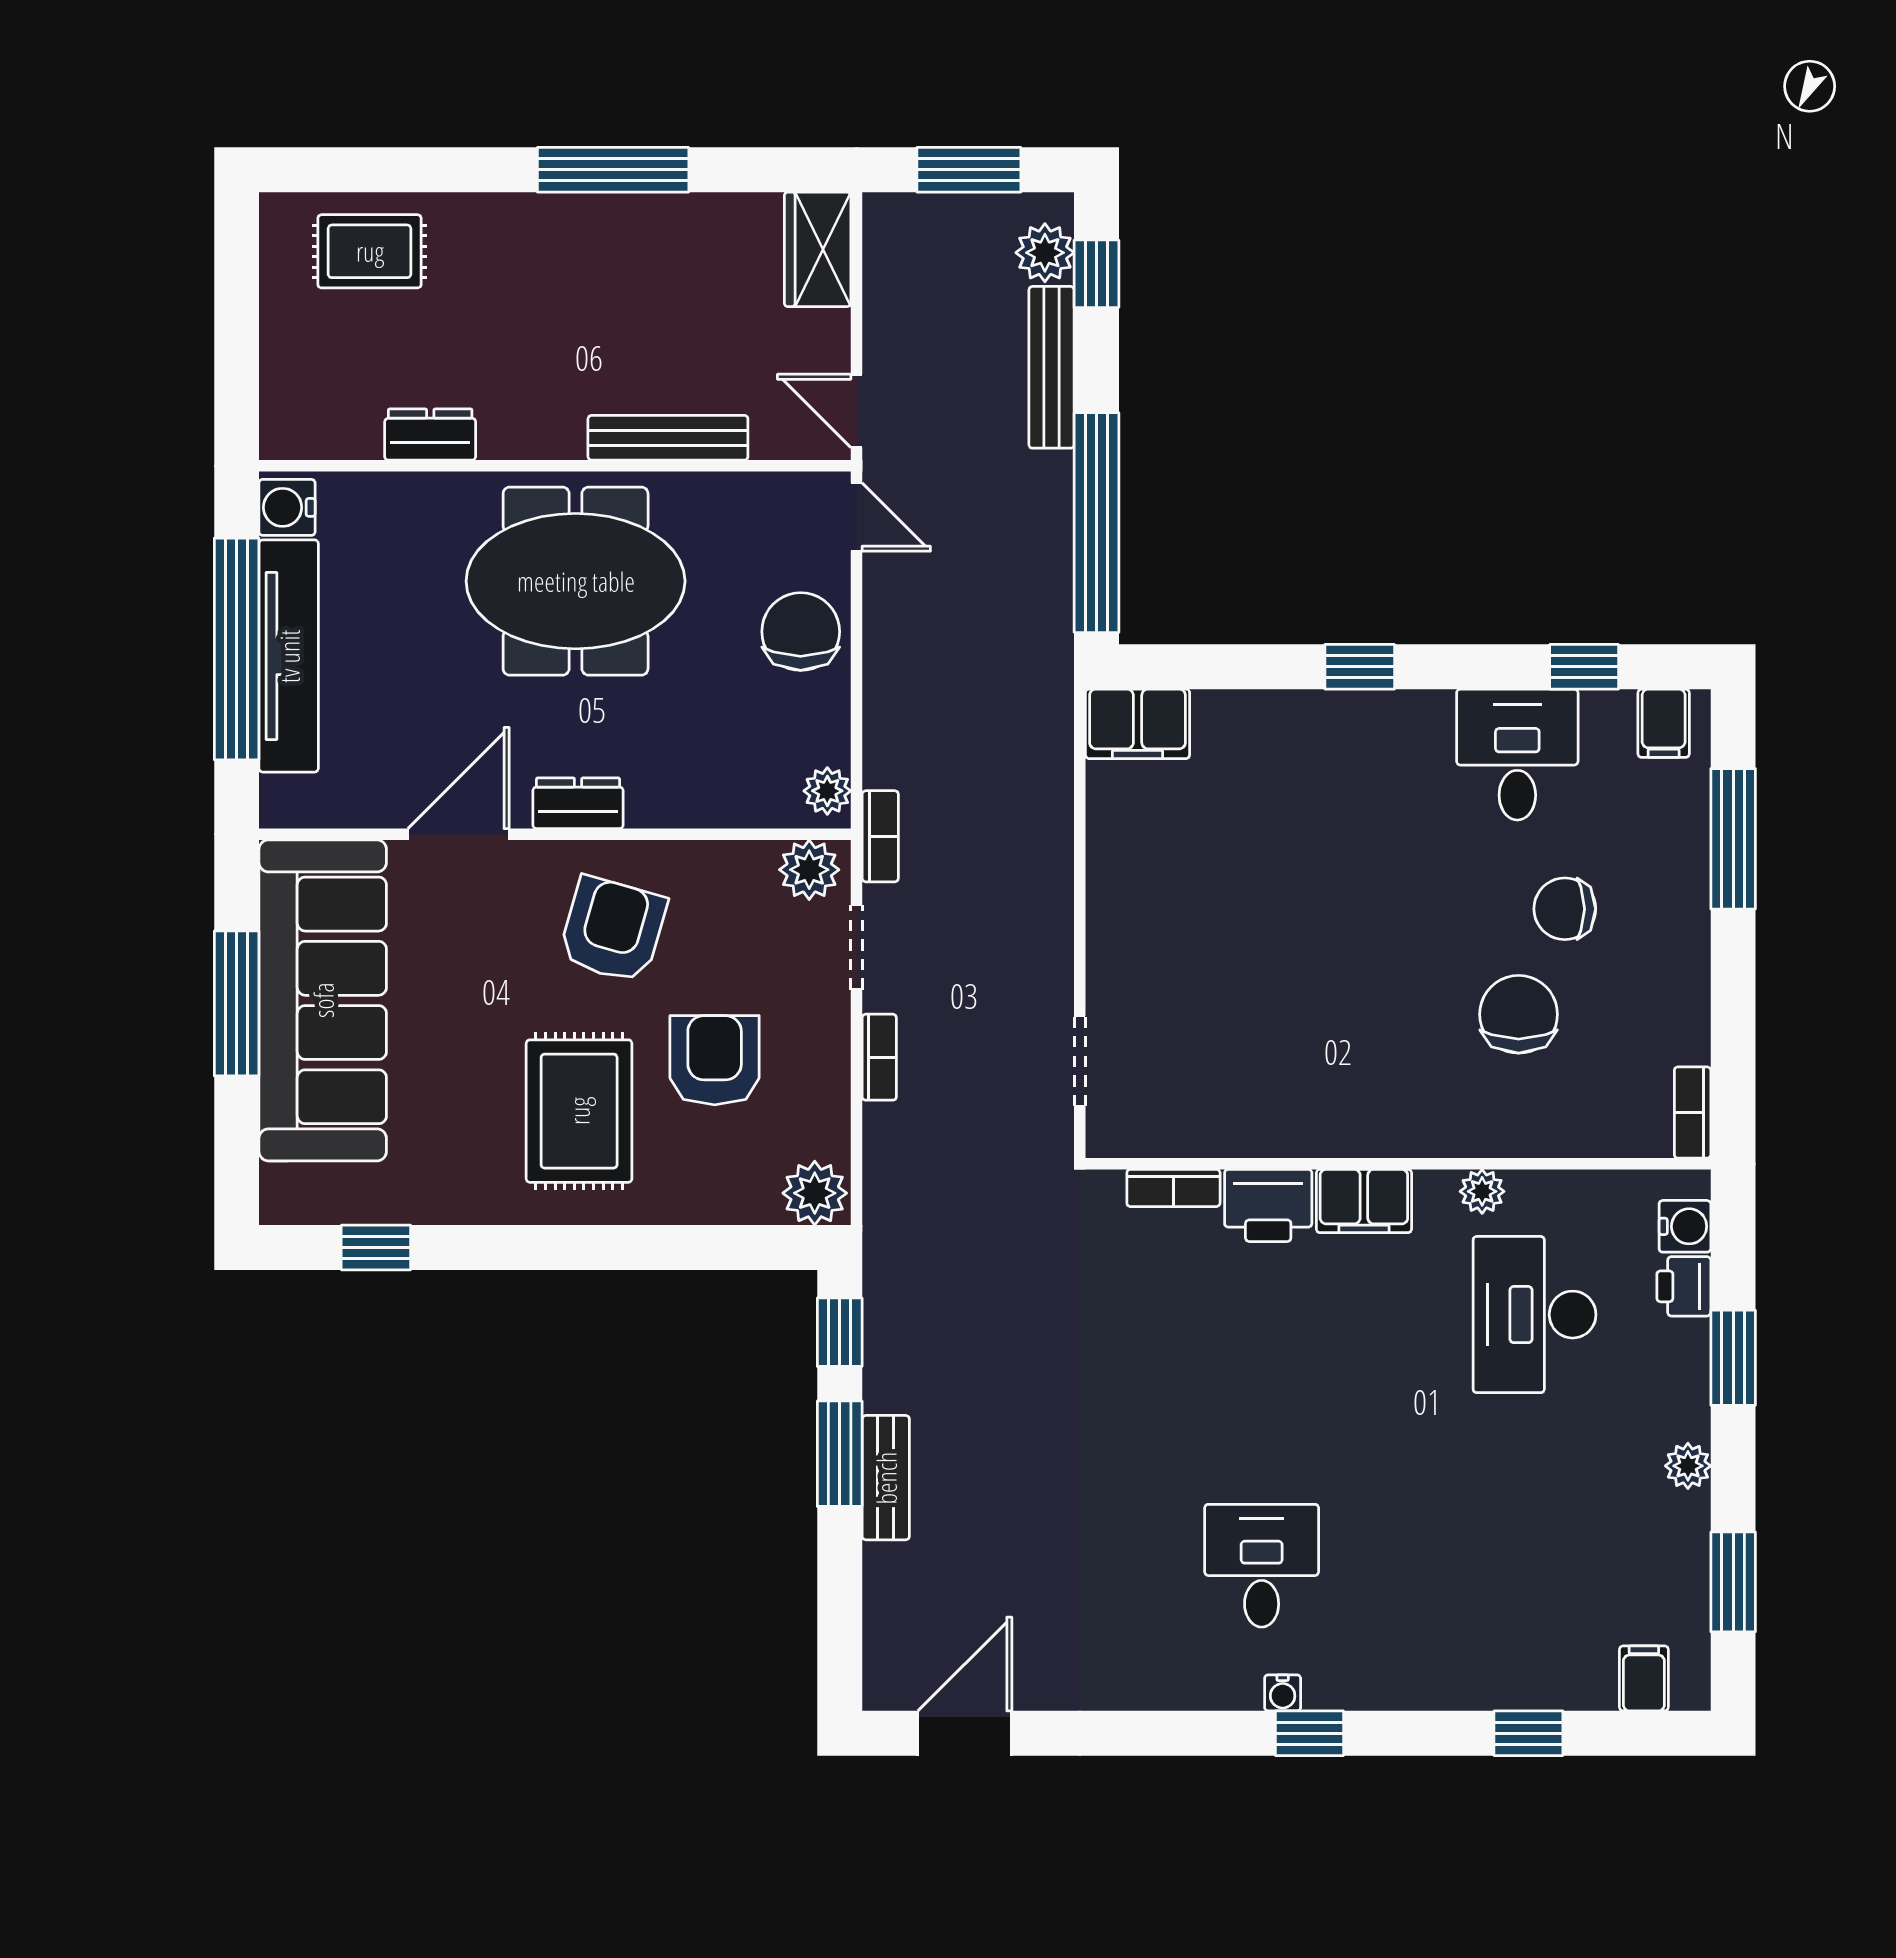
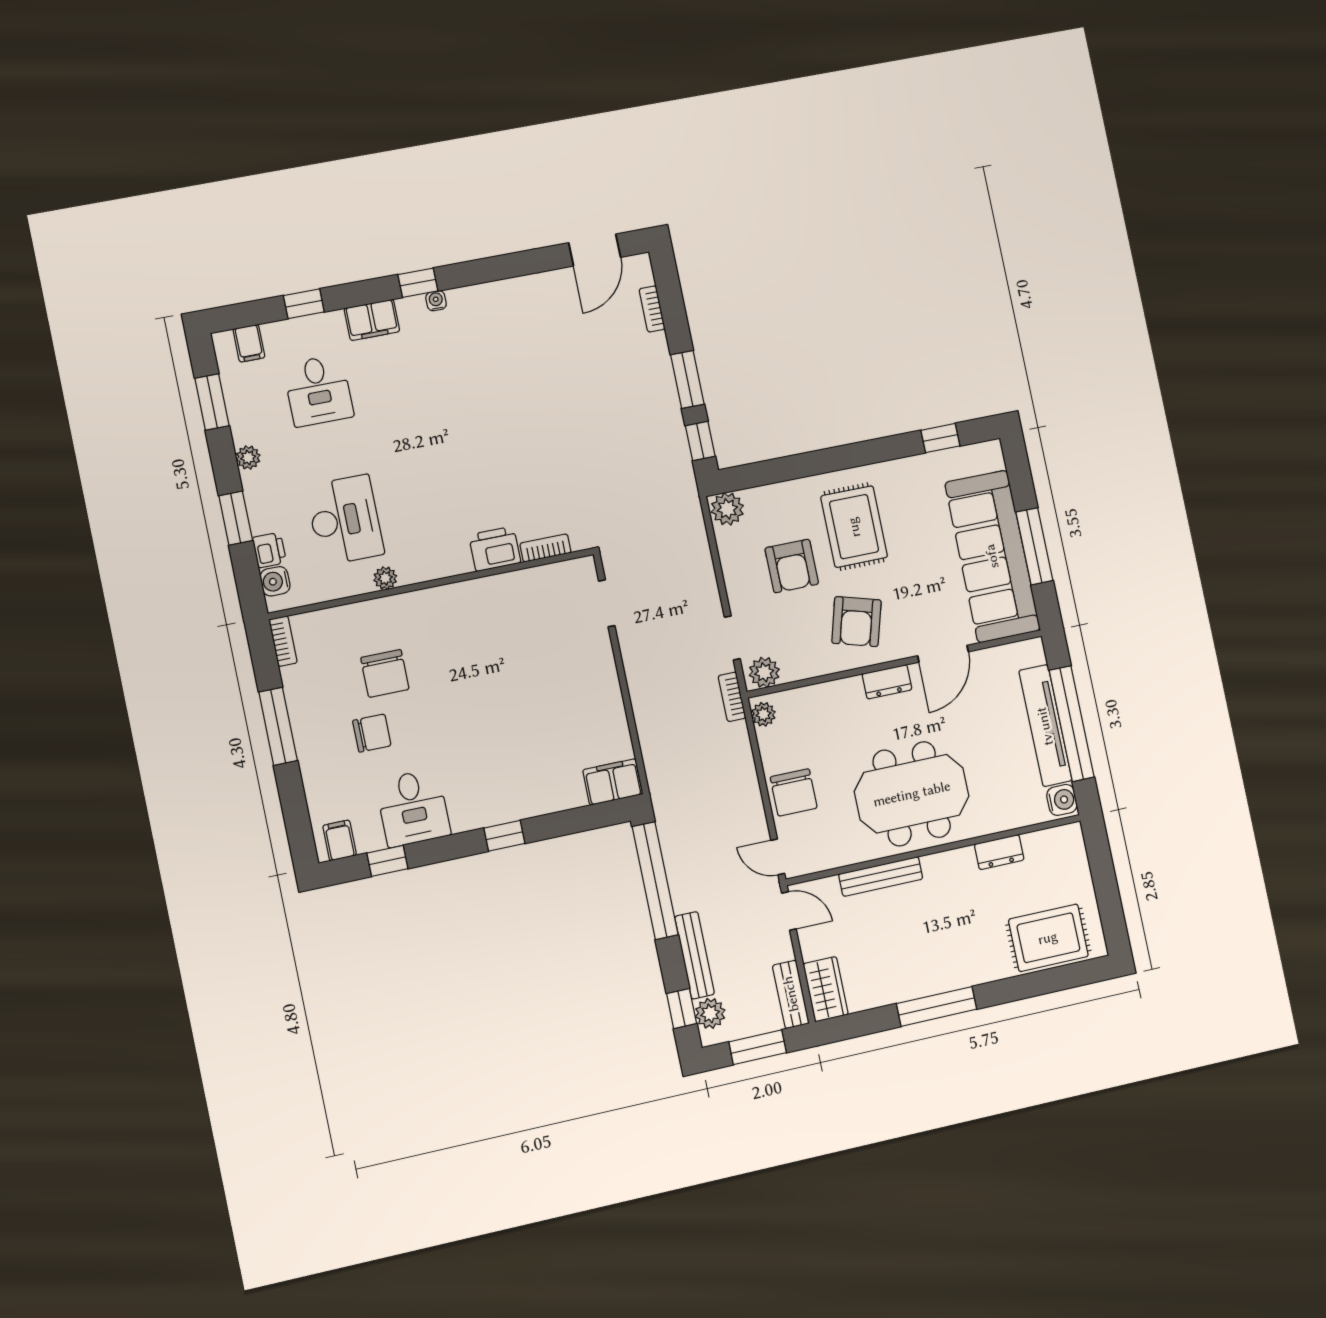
rug: (370, 251) -> (1048, 938), width x1.36, depth x1.43
window: (1733, 839) -> (278, 726), moved
bookcase: (879, 1057) -> (652, 309), moved
filing cabinet: (1364, 1201) -> (372, 320), moved, turned 180
bench: (886, 1478) -> (791, 994), moved
desk: (1262, 1566) -> (318, 391), moved

